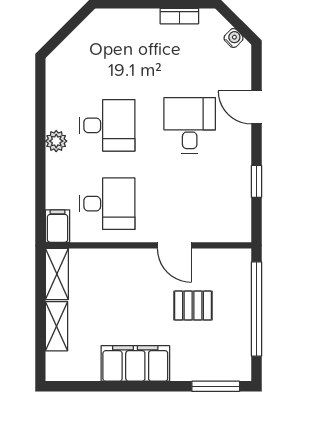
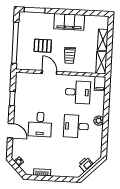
printer: (81, 40) -> (86, 164), added
desk: (107, 204) -> (78, 92), turned 180
trolley: (130, 287) -> (70, 55), added

